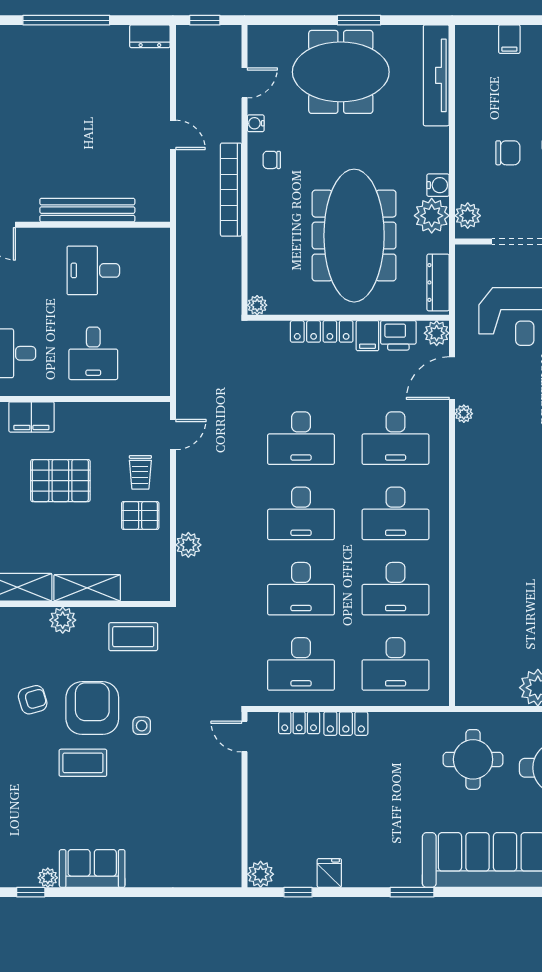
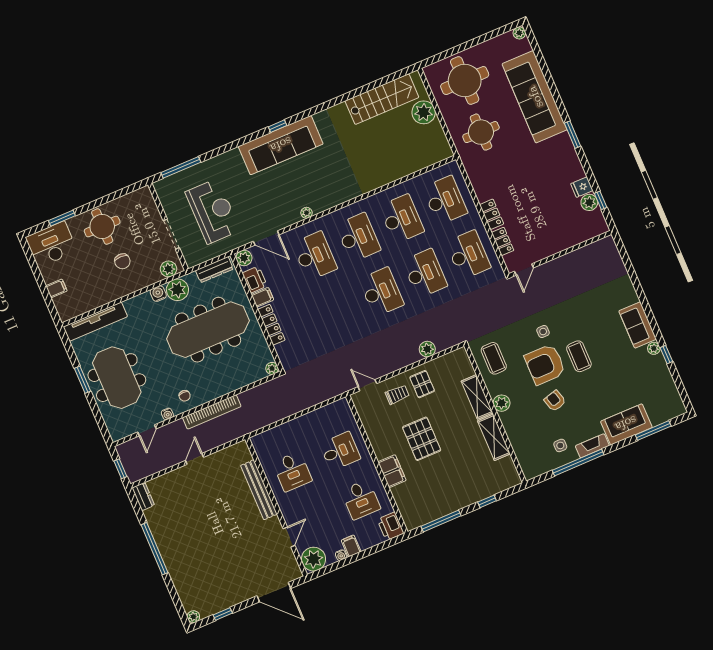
door: (245, 83) -> (147, 430), swing flipped
chair: (508, 153) -> (122, 261), turned 180
plant: (464, 414) -> (307, 213), moved
desk: (301, 438) -> (338, 310), removed
plant: (261, 874) -> (589, 202), moved

